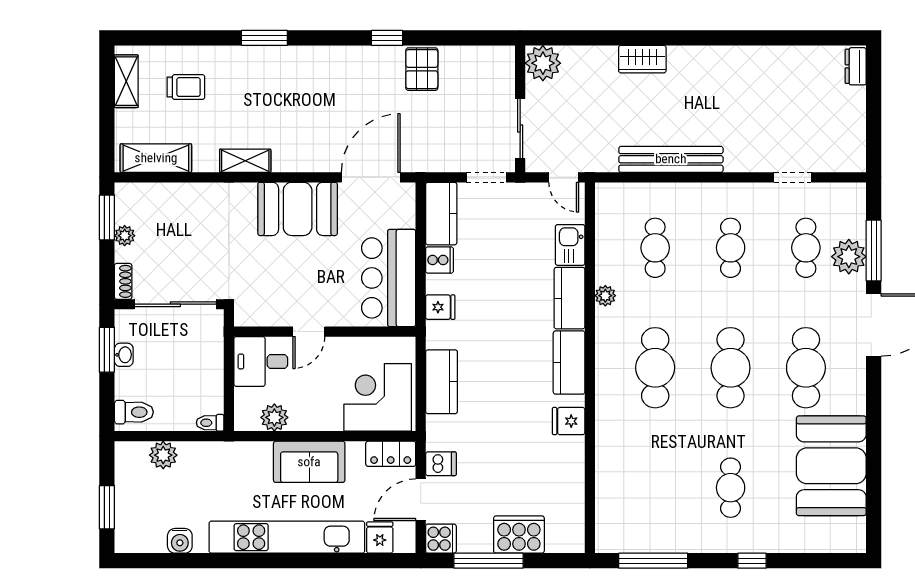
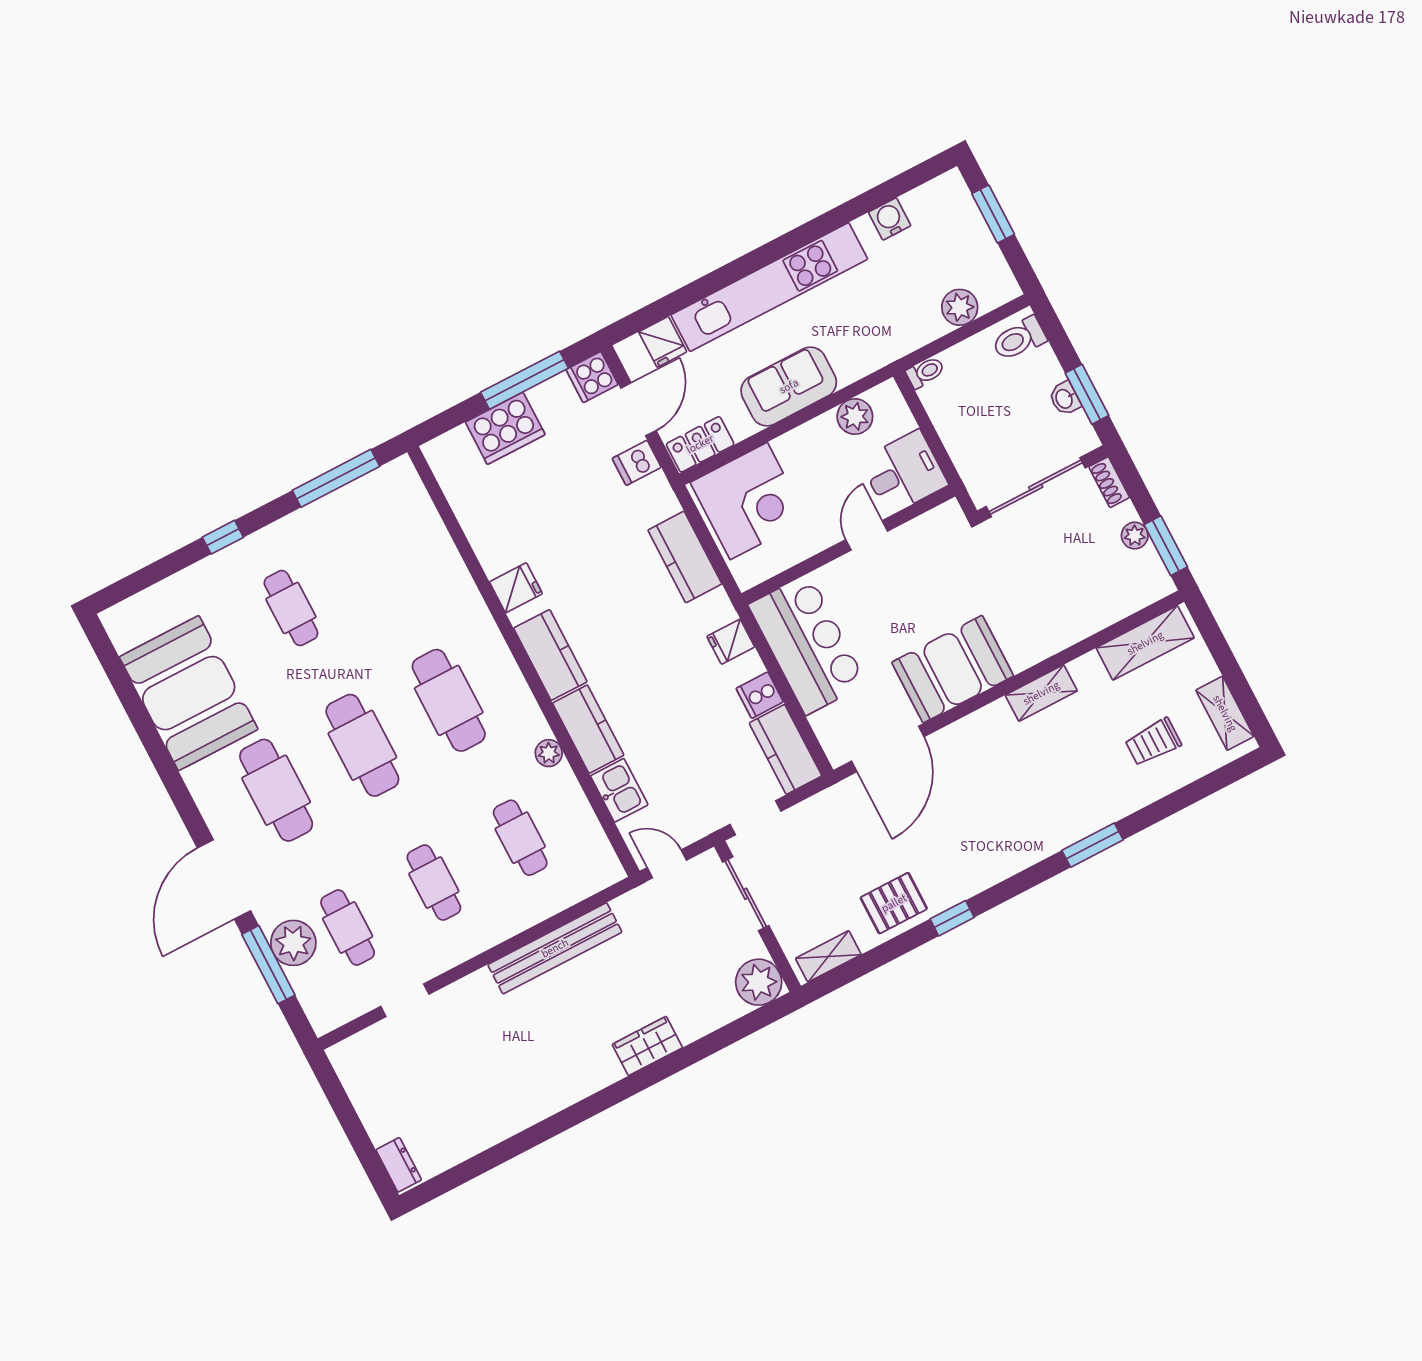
shelving: (486, 56) -> (828, 956), added
pallet: (422, 69) -> (894, 903), turned 90

